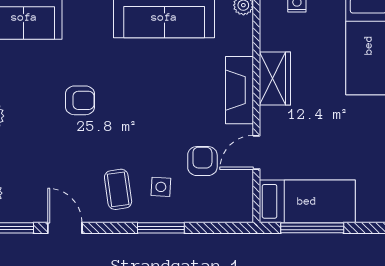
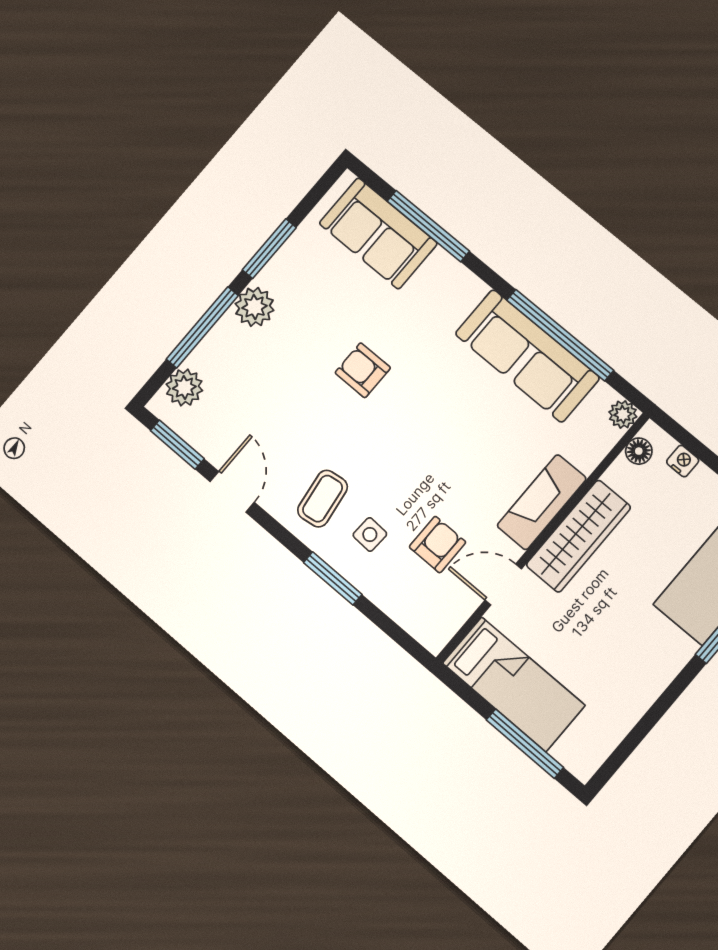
floor lamp: (269, 18) -> (639, 451), added
wardrobe: (275, 78) -> (578, 536), width x1.50
armchair: (80, 100) -> (363, 370), turned 180
window: (312, 228) -> (525, 744), moved

